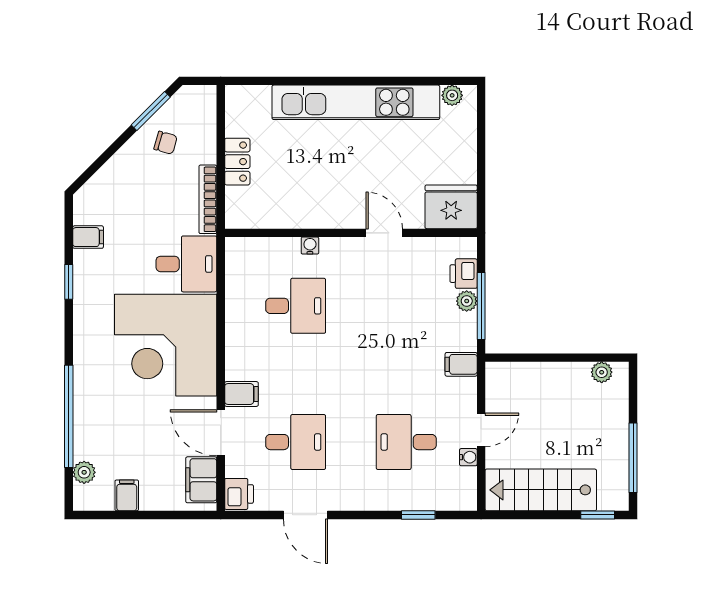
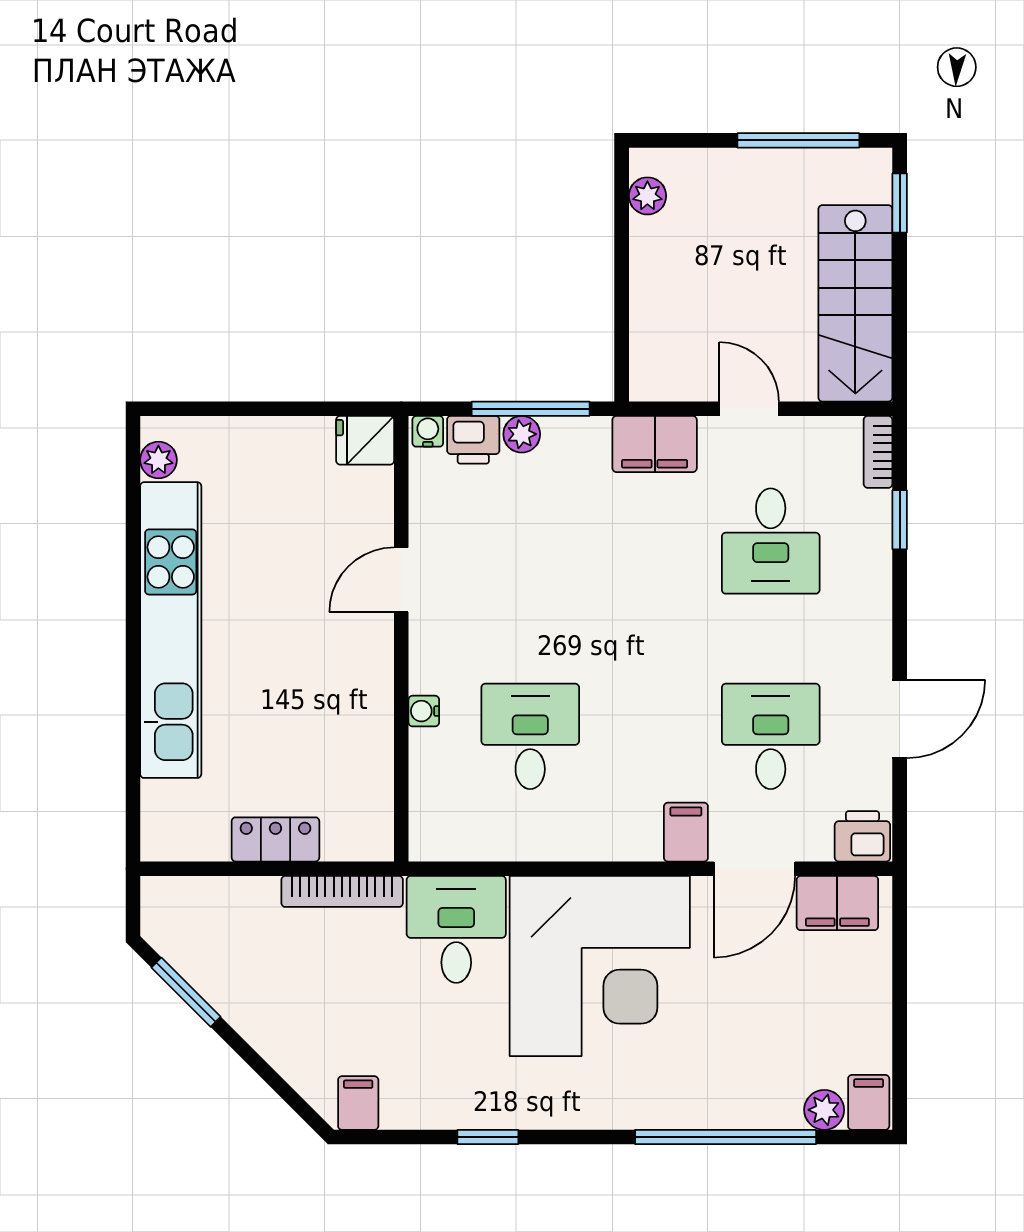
chair: (166, 143) -> (242, 966), removed
fridge: (451, 207) -> (365, 440), width x0.53, depth x0.75
filing cabinet: (88, 237) -> (358, 1103), moved
filing cabinet: (461, 364) -> (655, 444), width x2.00
water cooler: (468, 457) -> (428, 431), moved
filing cabinet: (127, 495) -> (869, 1102), moved, turned 90
bookcase: (457, 503) -> (878, 452), added

